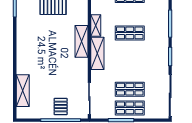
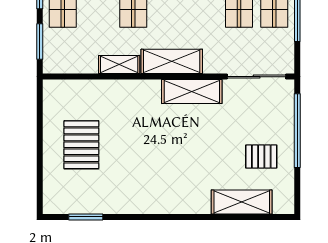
shelving: (81, 41) -> (192, 91), moved
pallet: (61, 107) -> (261, 157), moved

